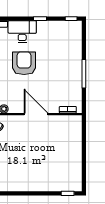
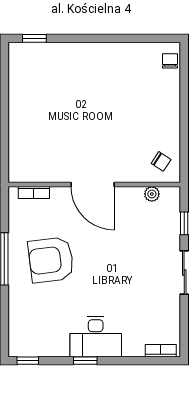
desk: (22, 32) -> (96, 337), moved
armchair: (24, 63) -> (51, 260), moved, turned 83

